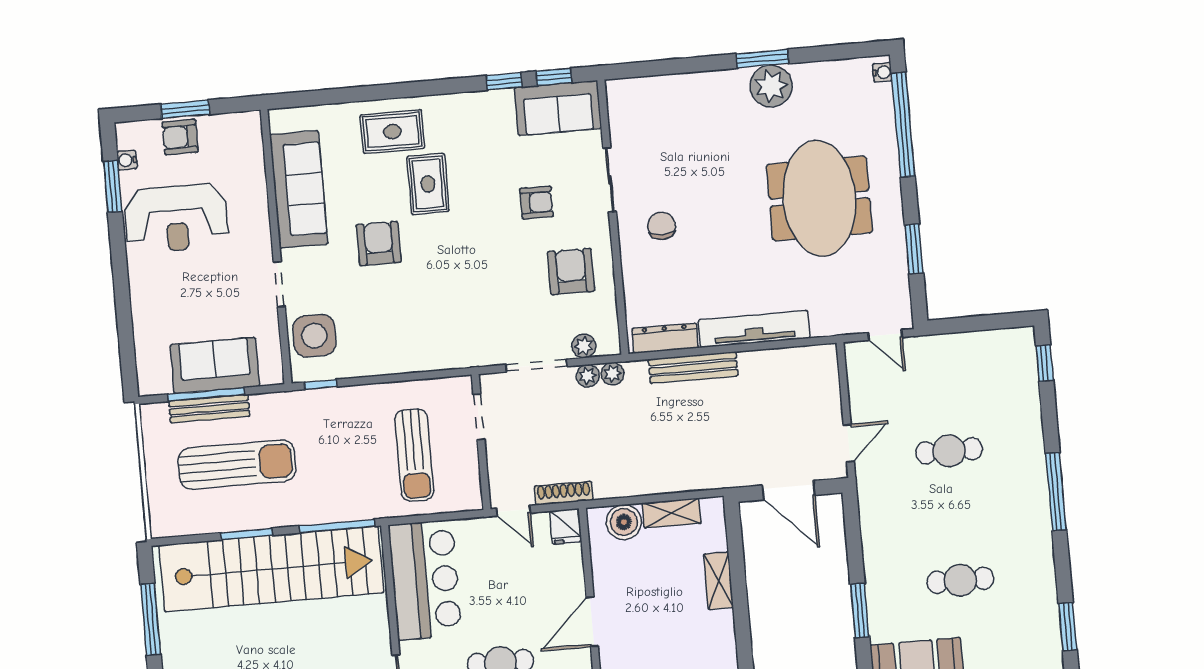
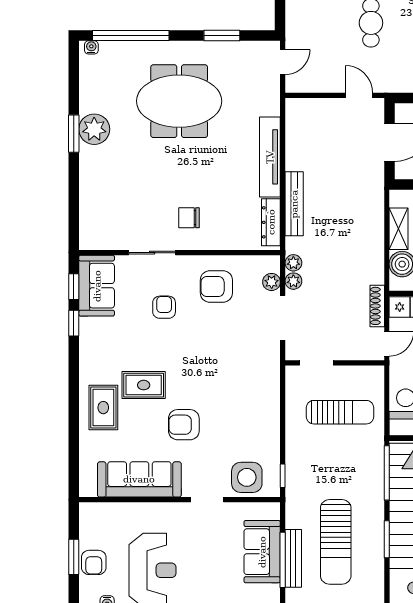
sun lounger: (237, 465) -> (336, 542), turned 180

